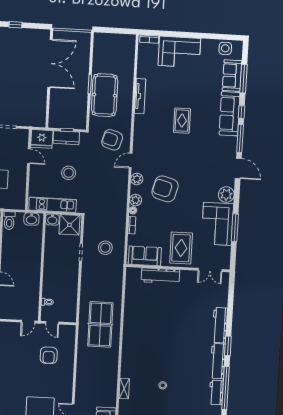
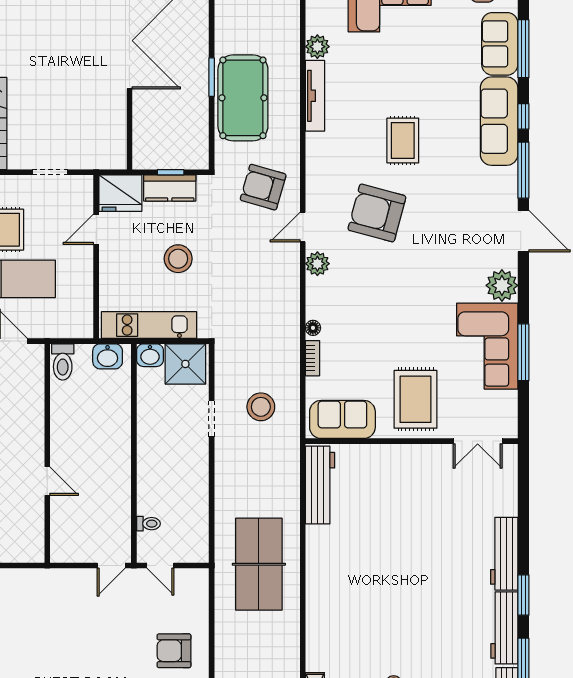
door: (29, 156) -> (96, 229), swing flipped
armchair: (165, 189) -> (377, 213), moved
plant: (136, 200) -> (317, 47), moved
workbench: (160, 276) -> (320, 485), moved, turned -90
armchair: (49, 355) -> (174, 651), moved, turned 90

